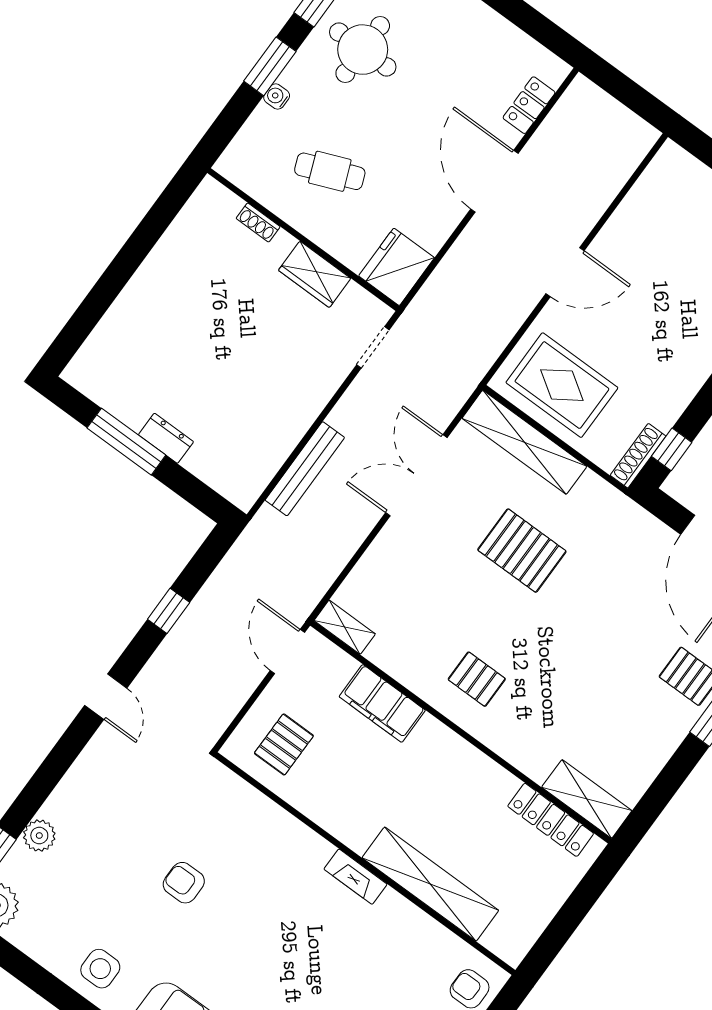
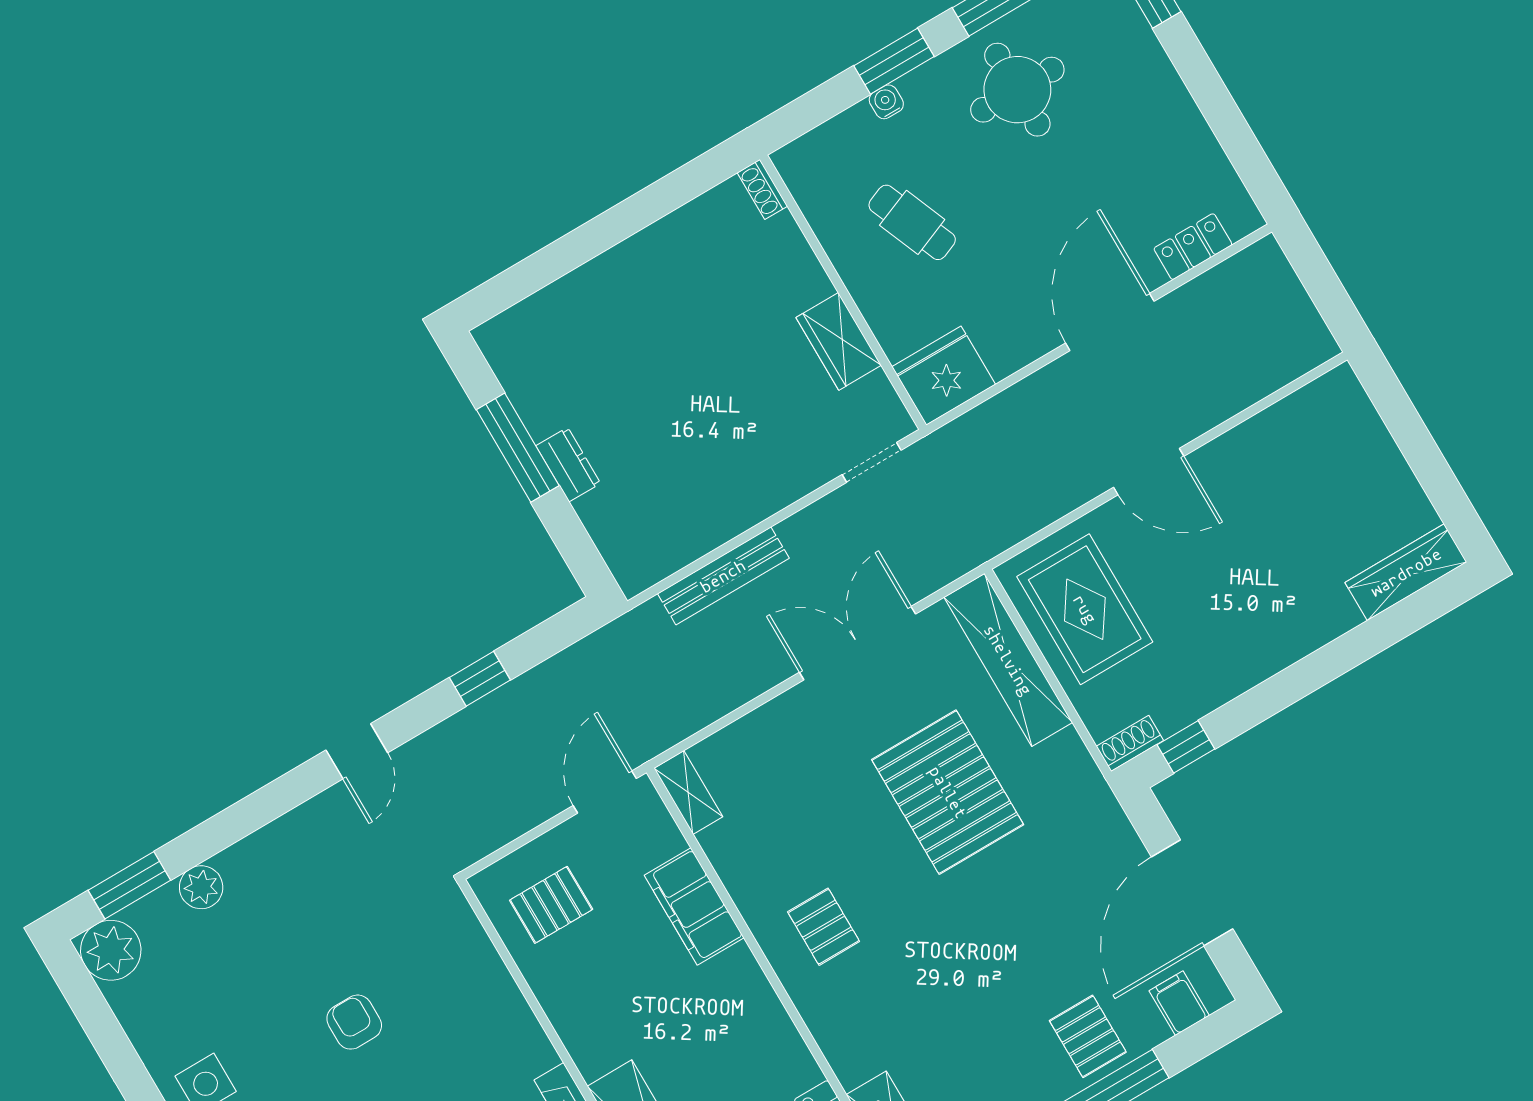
shoe rack: (258, 222) -> (762, 189), moved
shoe rack: (638, 456) -> (1130, 743), width x0.70
pallet: (522, 551) -> (948, 792), width x1.37, depth x1.41

